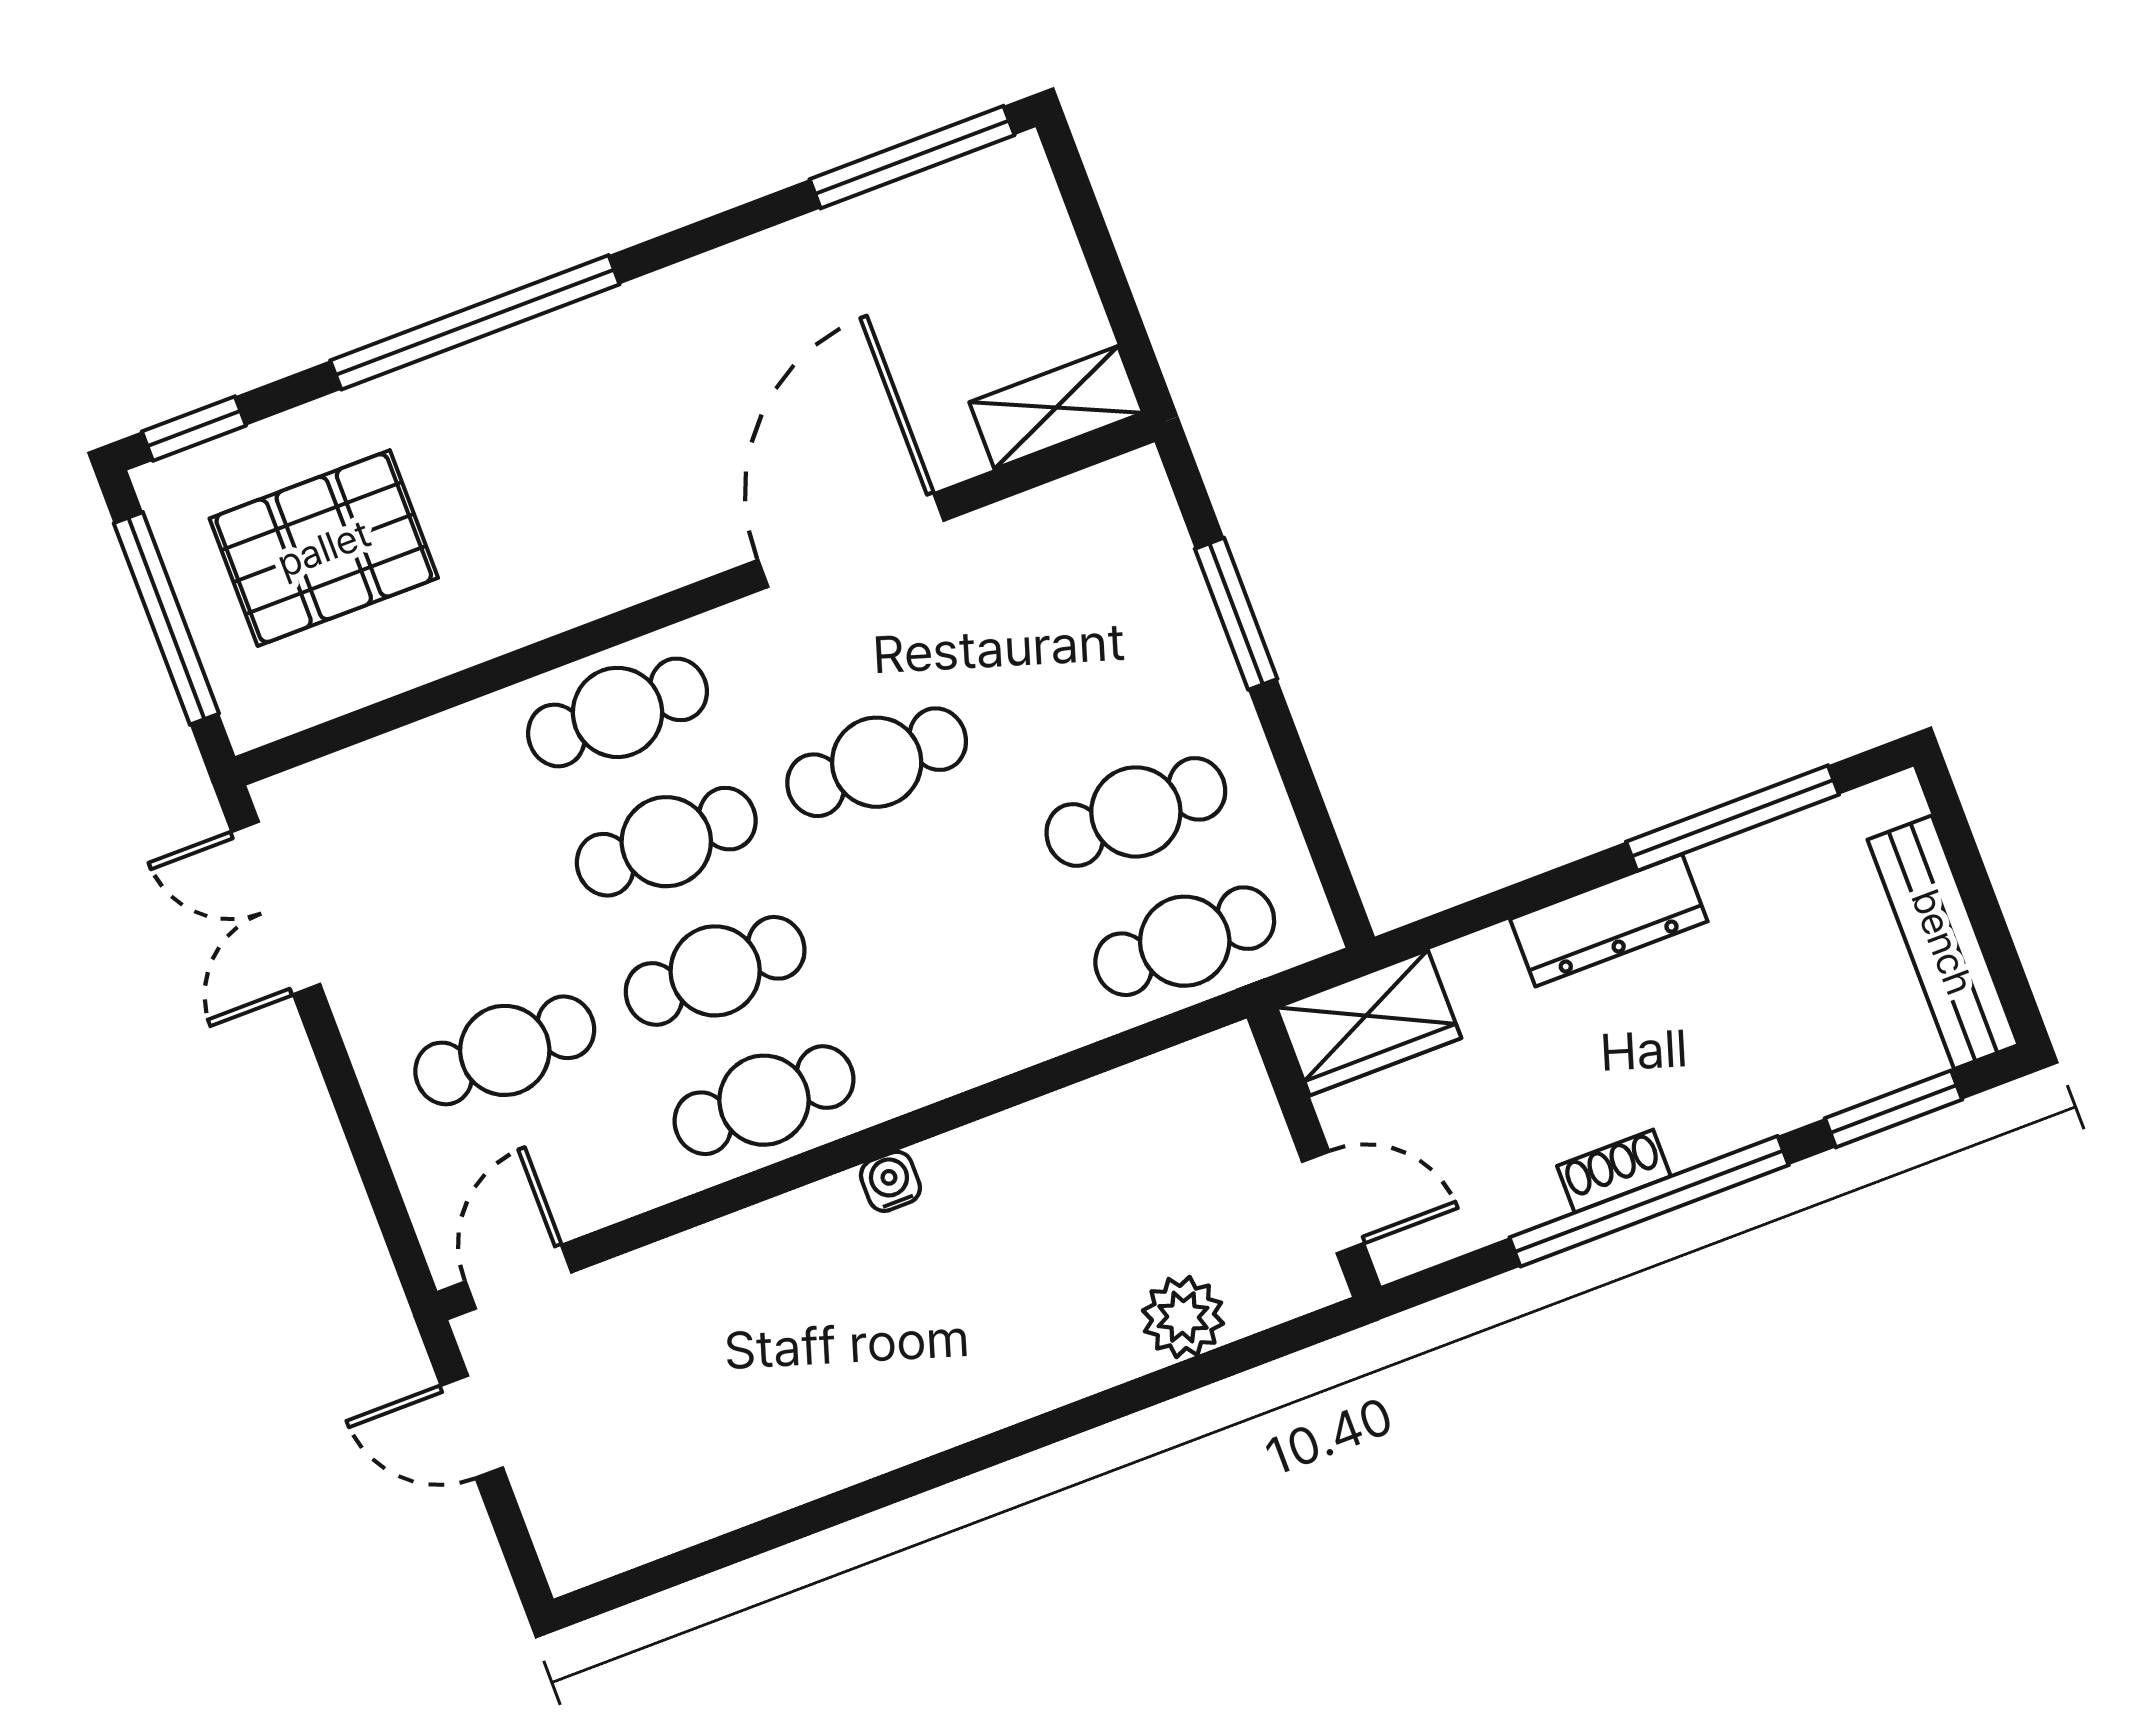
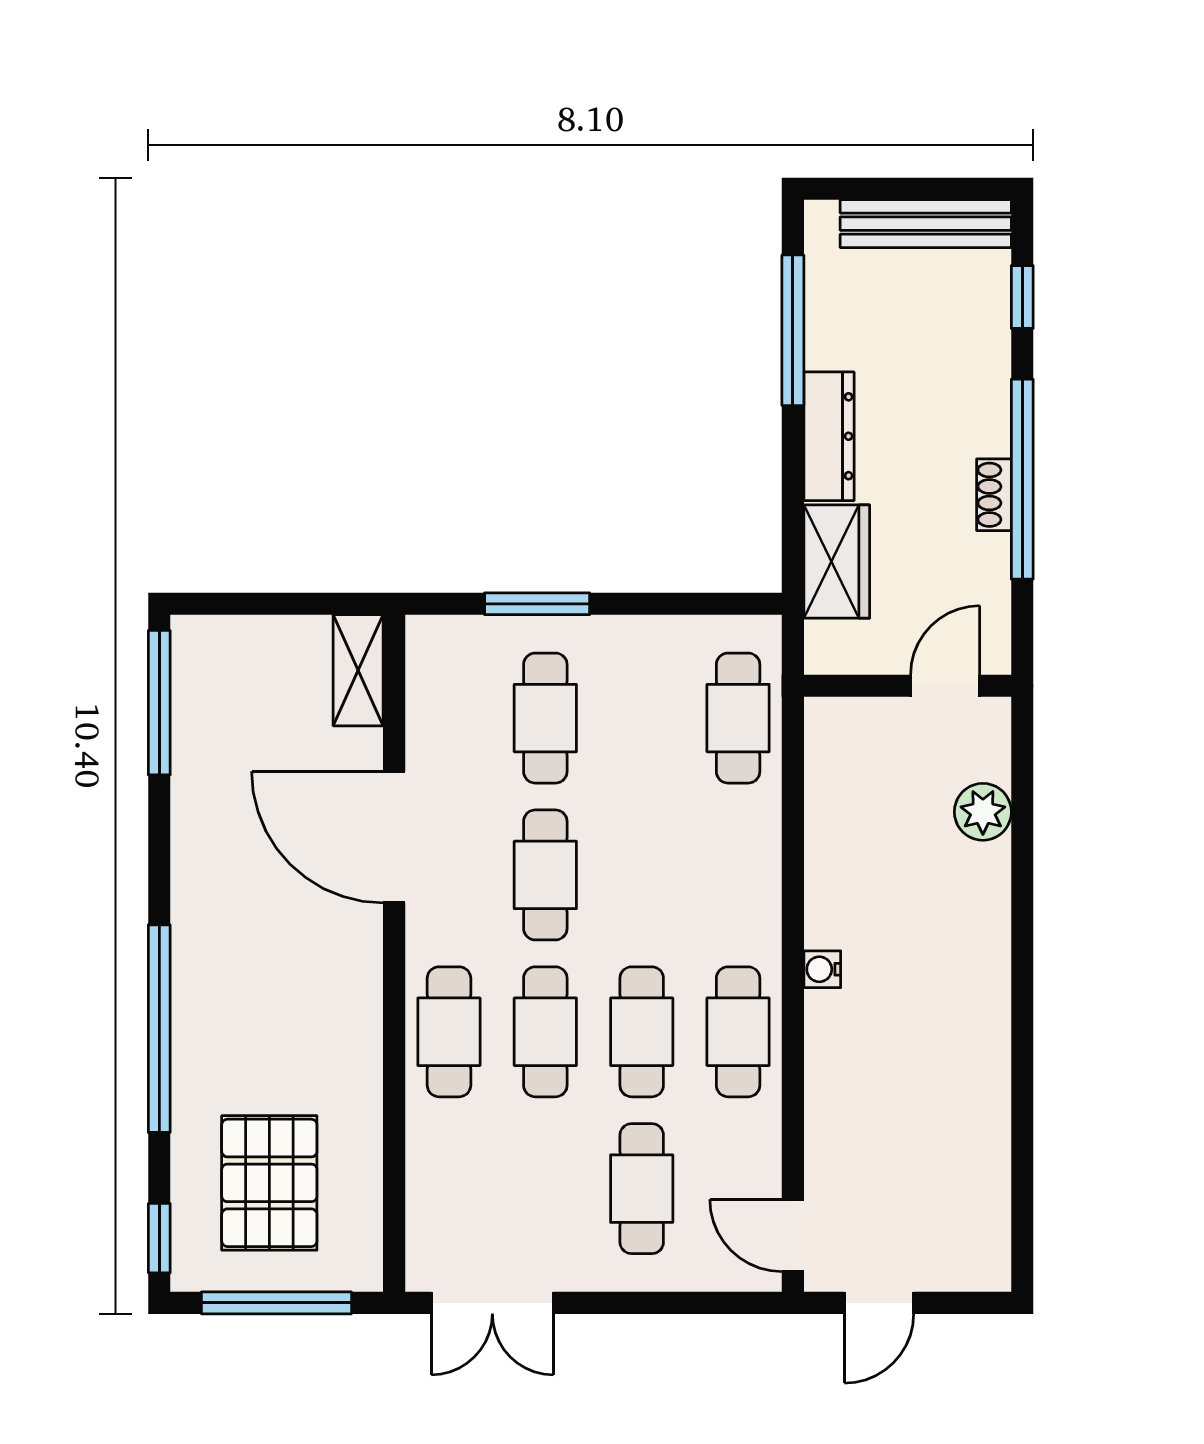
cafe table: (1136, 812) -> (545, 718), moved
wardrobe: (1369, 1023) -> (837, 562), moved
window: (1893, 1109) -> (1022, 297), width x0.67

